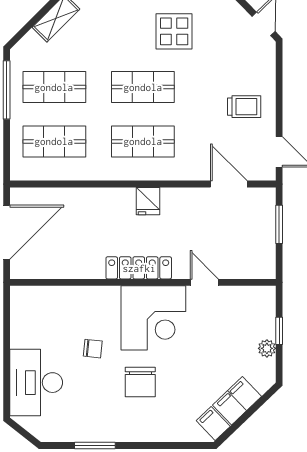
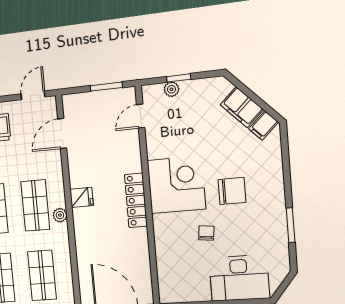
plant: (128, 172) -> (60, 215), added
window: (279, 224) -> (106, 87), moved
door: (204, 282) -> (141, 116), moved
plant: (267, 348) -> (171, 89), moved

